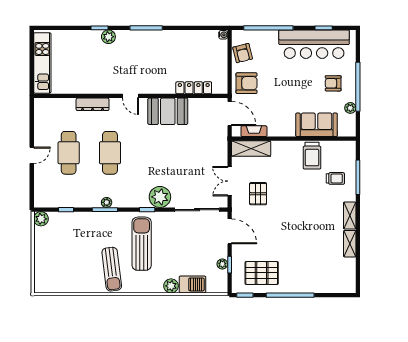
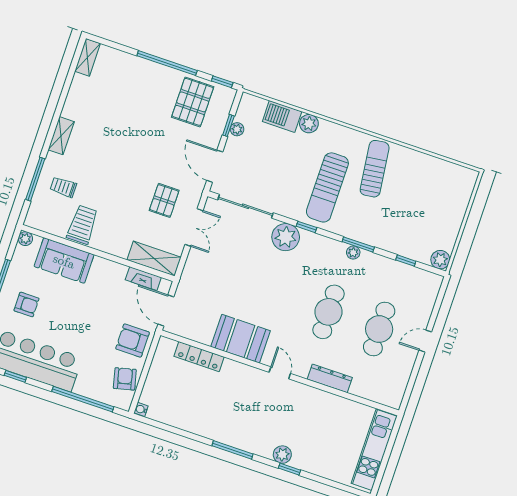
plant: (350, 108) -> (25, 239), moved
shelving: (350, 244) -> (87, 57), moved
pallet: (262, 273) -> (193, 102), turned 90

